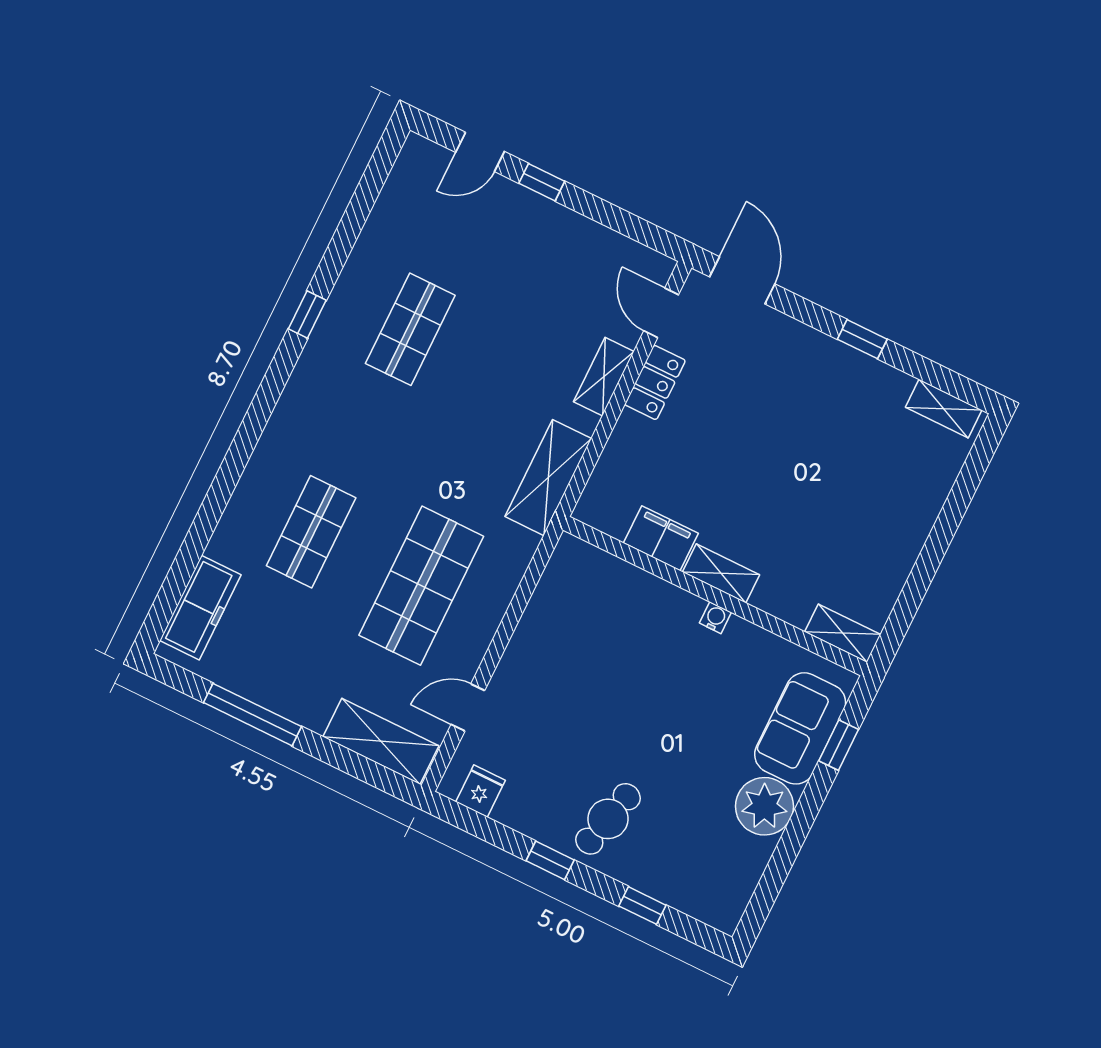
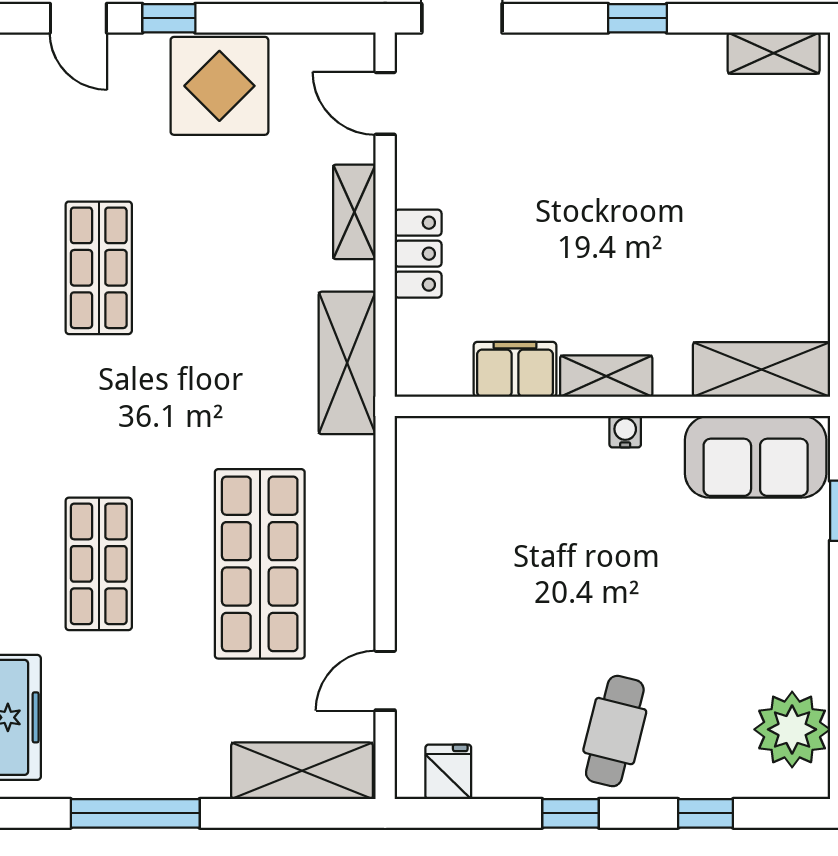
door: (480, 152) -> (78, 18), hinge flipped
display table: (554, 245) -> (219, 86), added
locker: (655, 382) -> (418, 254), moved
shelving: (843, 633) -> (761, 369), width x1.50, depth x1.33
sofa: (800, 728) -> (756, 457), moved, turned -90
plant: (764, 806) -> (792, 729), moved

